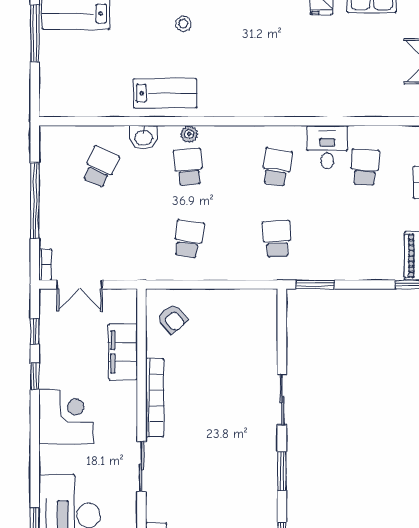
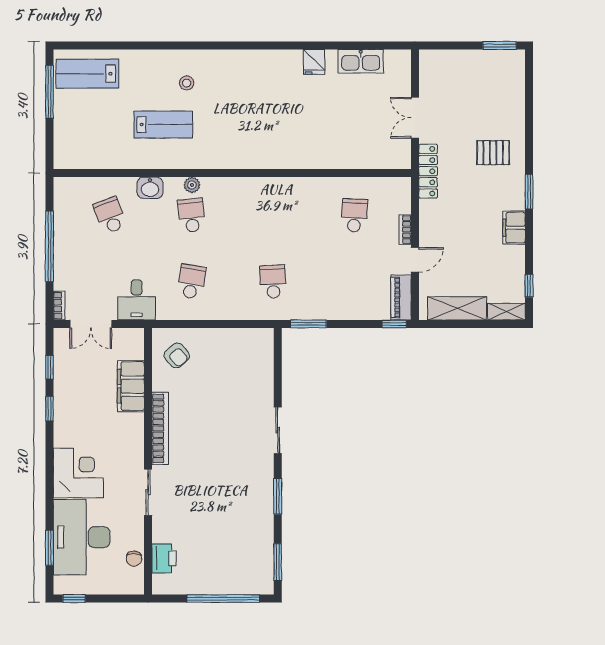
lab bench: (165, 93) -> (163, 125), moved
desk: (327, 147) -> (137, 300), moved, turned 180
school desk: (100, 167) -> (110, 215), turned -45
school desk: (277, 167) -> (273, 215), removed
corner desk: (66, 417) -> (78, 473), moved

